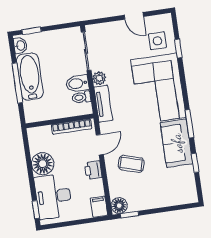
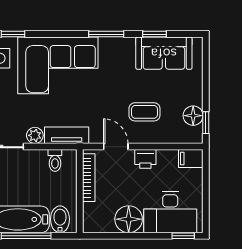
bidet: (77, 83) -> (60, 219), moved, turned 180
sofa: (177, 143) -> (164, 53), moved
coffee table: (131, 164) -> (144, 112), turned 73
floor lamp: (119, 206) -> (193, 116), moved

